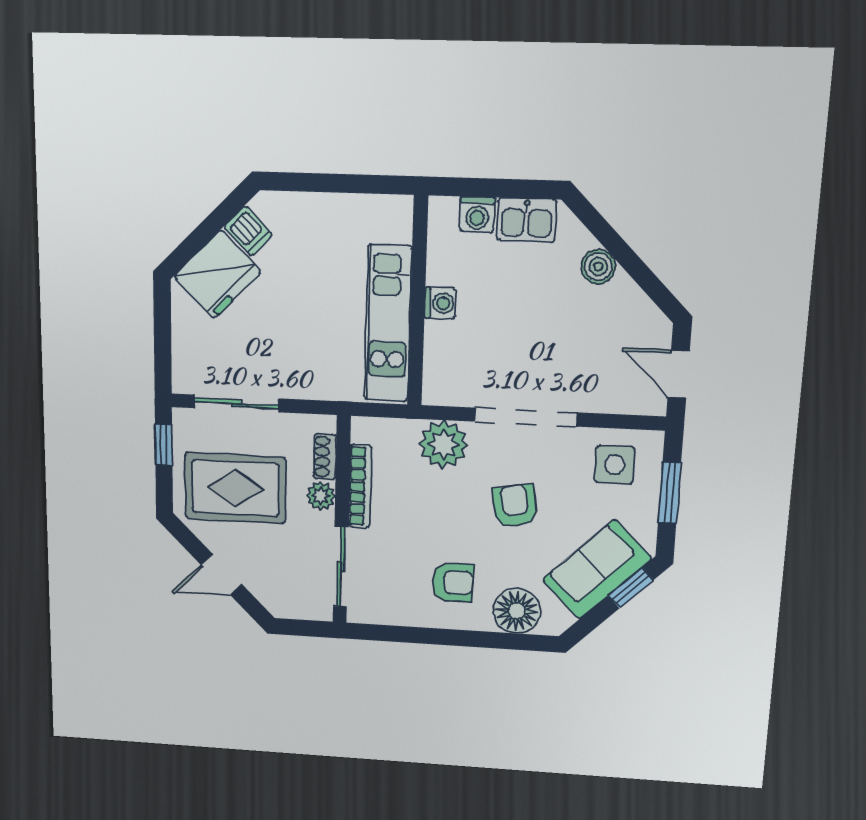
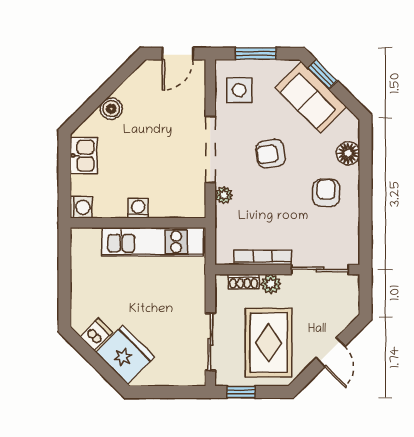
washing machine: (477, 214) -> (81, 207), moved
plant: (443, 444) -> (224, 195), width x0.53, depth x0.53
floor lamp: (517, 611) -> (348, 153), width x0.73, depth x0.73

